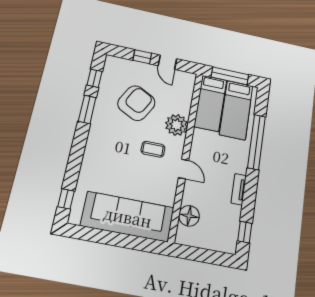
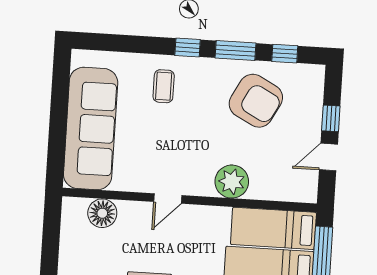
armchair: (136, 103) -> (256, 101), moved
coffee table: (153, 149) -> (164, 86), moved
window: (66, 199) -> (188, 47), moved

